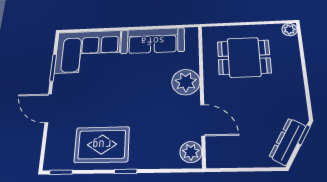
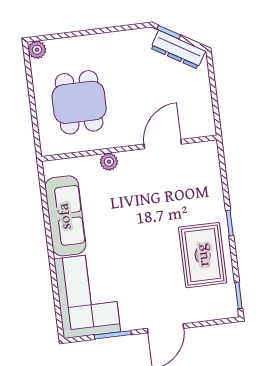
plant: (186, 82) -> (109, 162), width x0.53, depth x0.53
plant: (191, 152) -> (201, 154), removed

